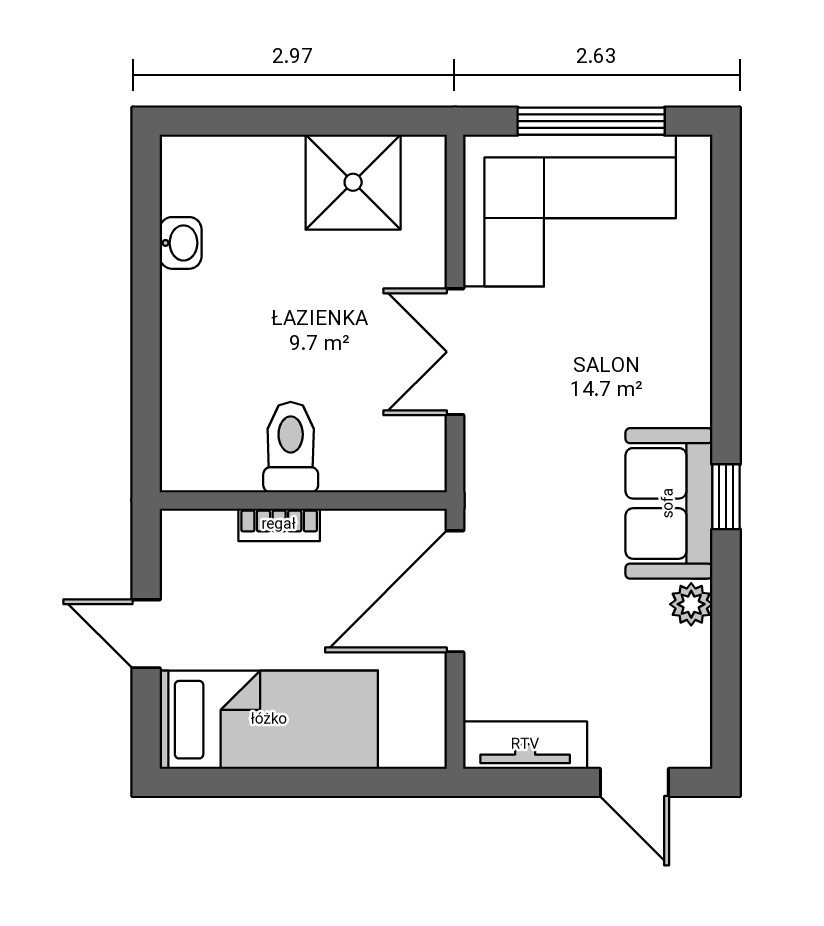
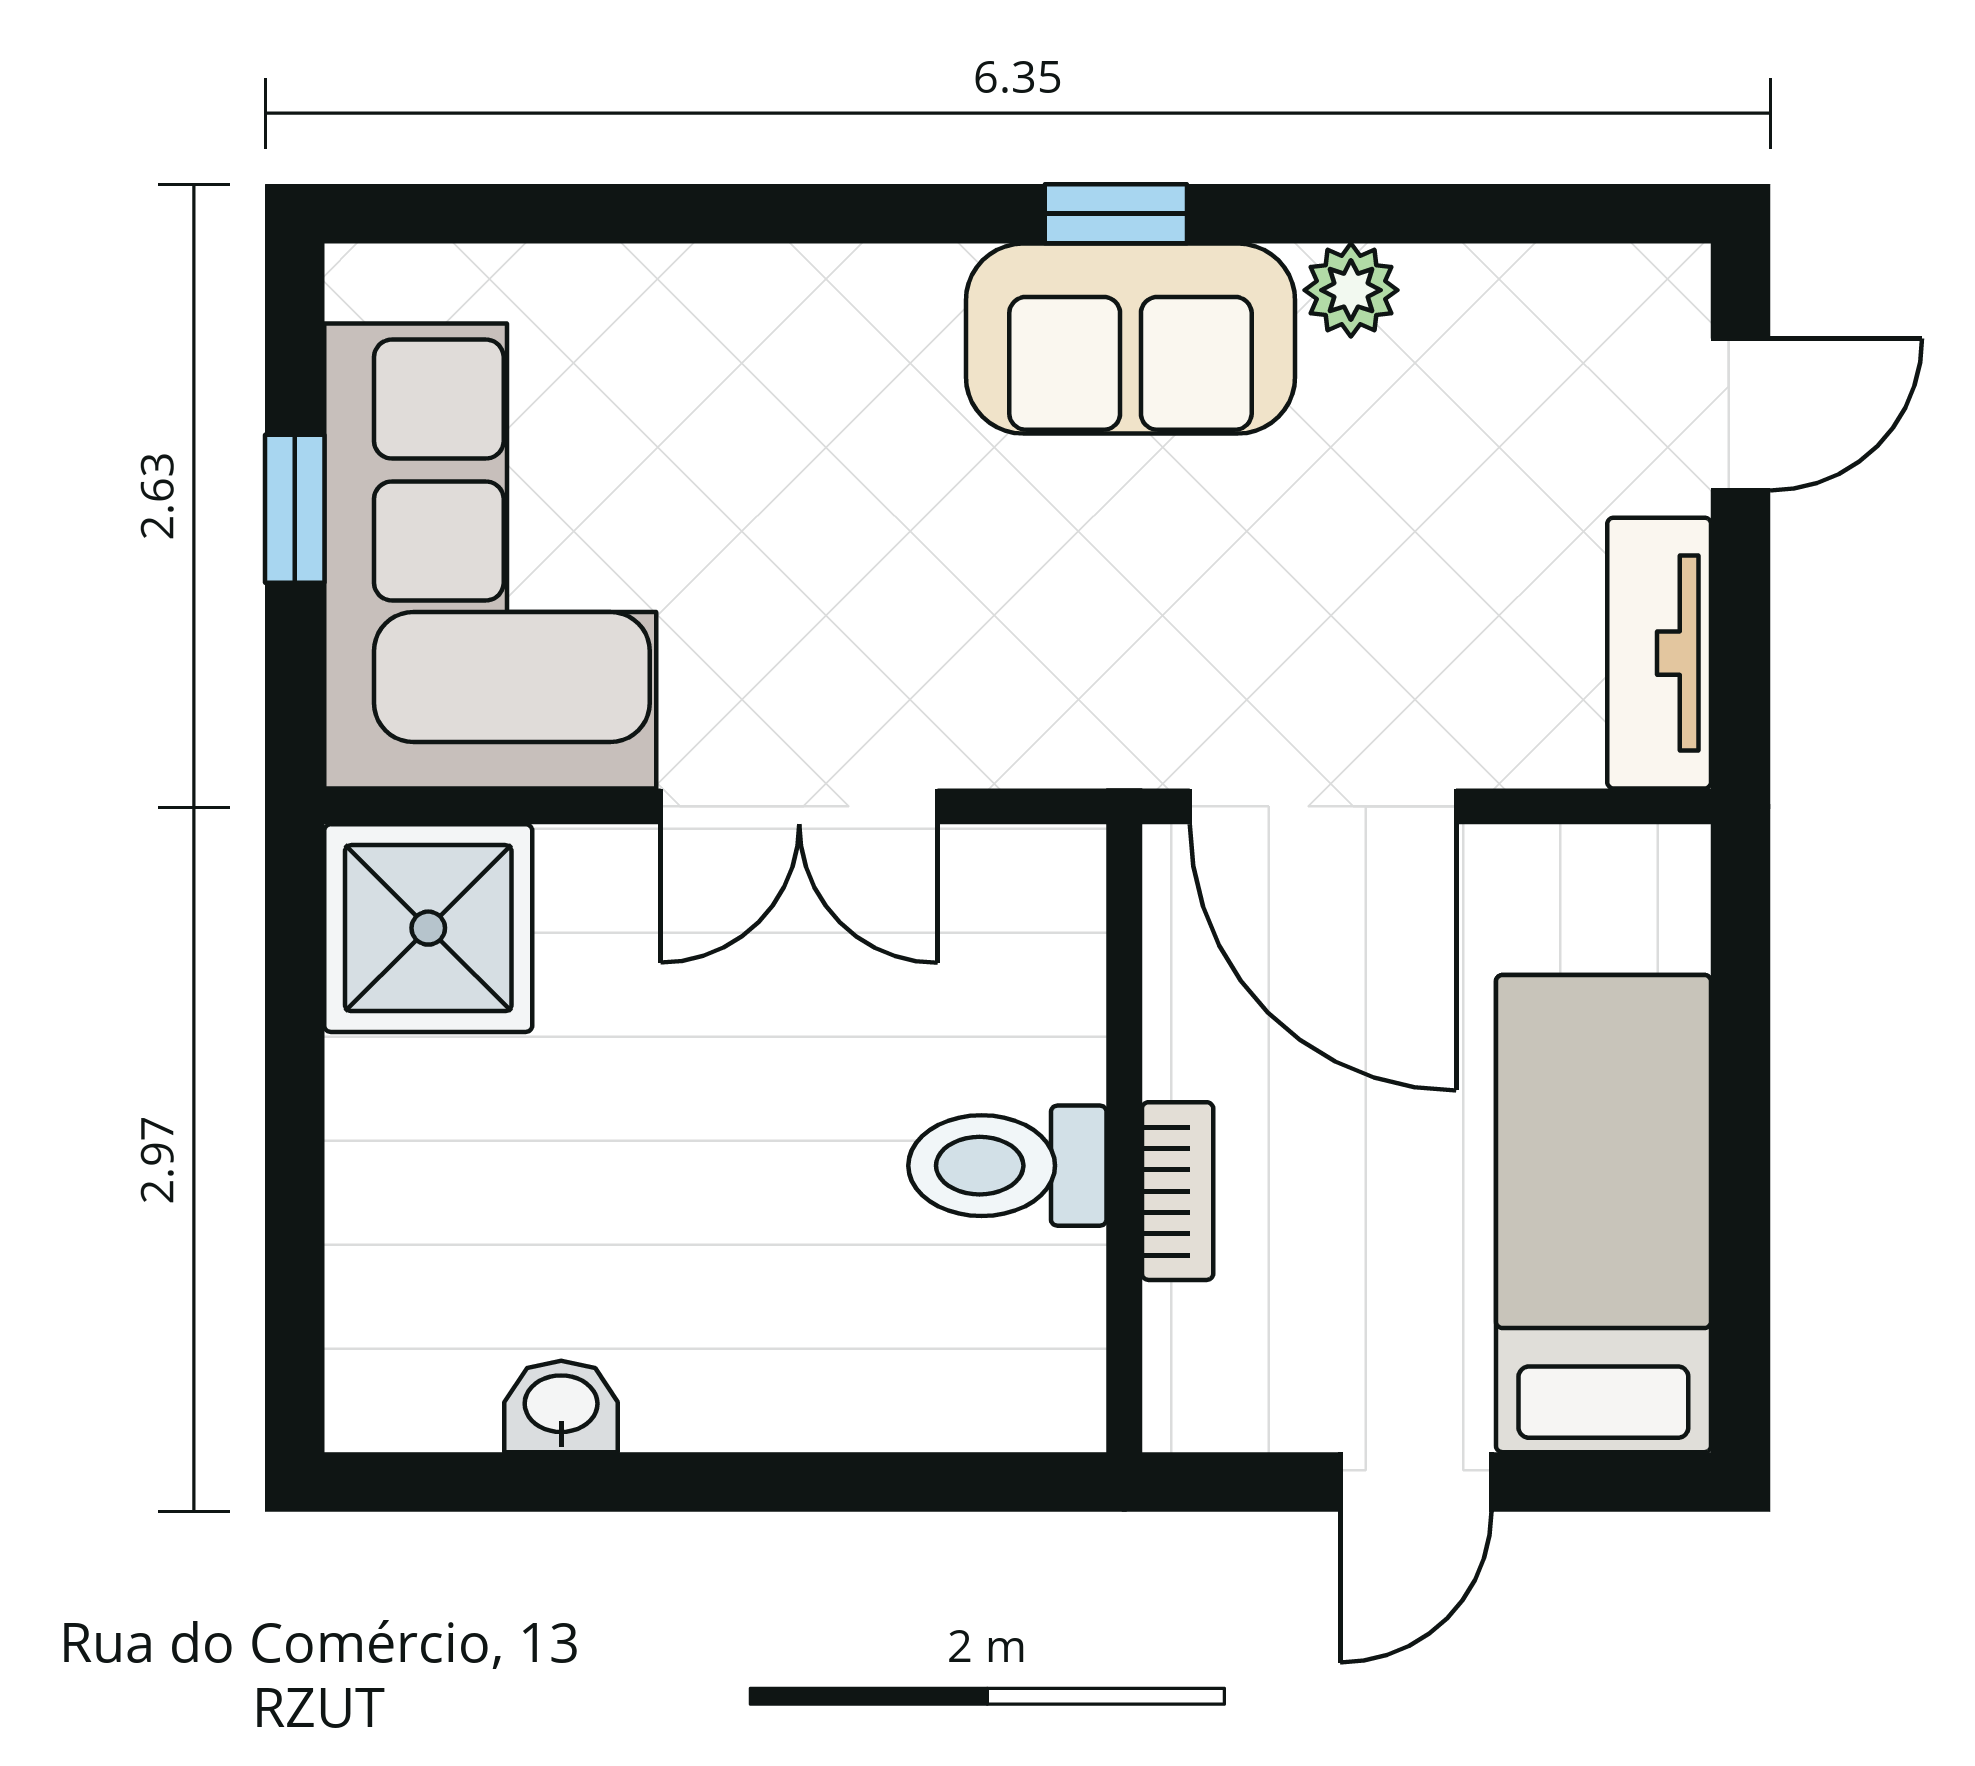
window: (591, 121) -> (295, 509), width x0.46
shower: (353, 182) -> (428, 928), moved

